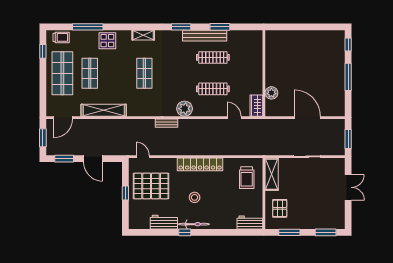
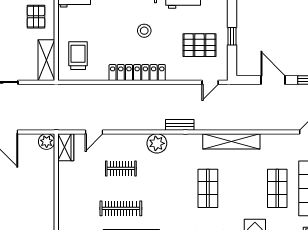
clothes rail: (213, 89) -> (121, 168), width x0.73
plant: (271, 93) -> (47, 142), moved
shelving: (104, 110) -> (231, 141), moved
door: (234, 118) -> (94, 132), hinge flipped
door: (143, 157) -> (210, 82), hinge flipped
pallet: (151, 186) -> (199, 45), width x0.73, depth x0.71

